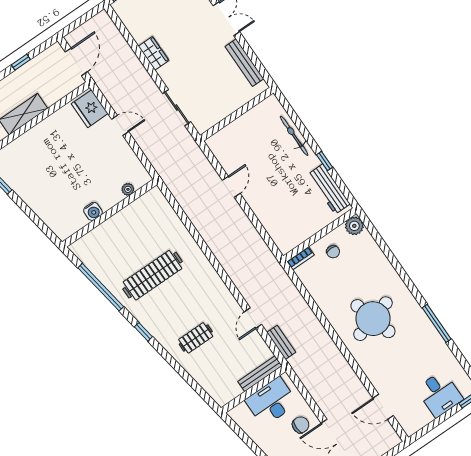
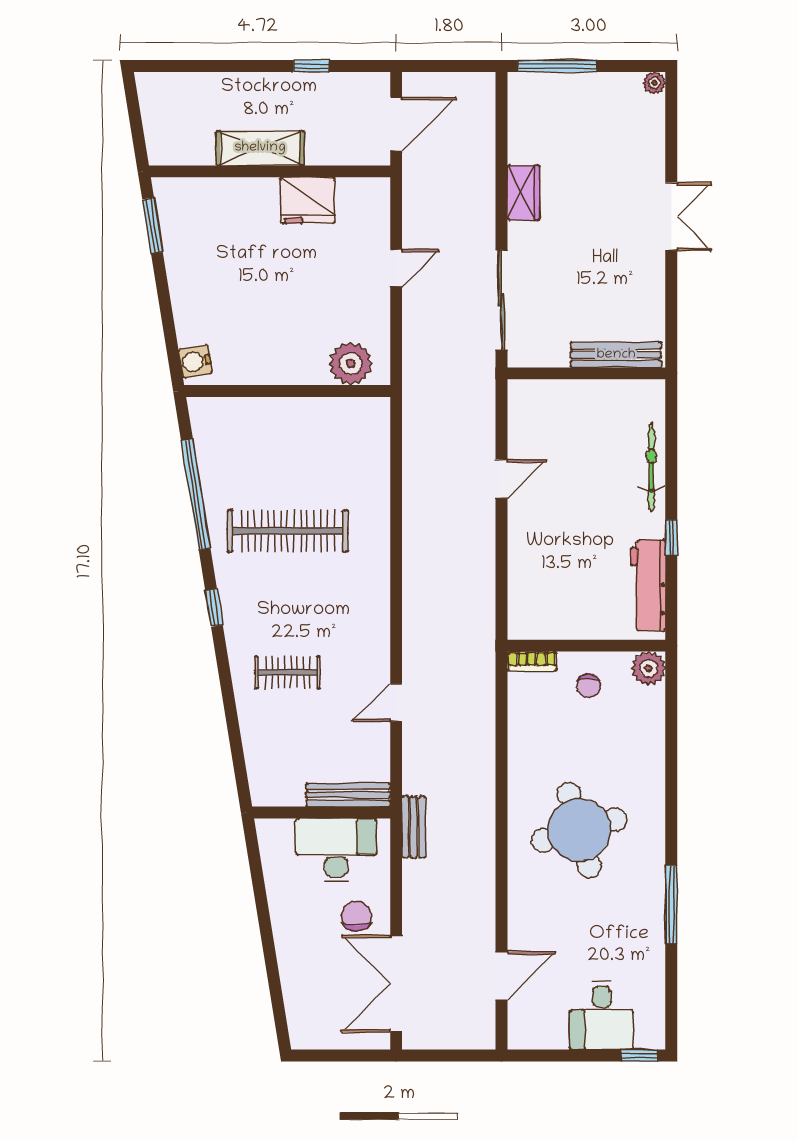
bench: (244, 63) -> (616, 355), moved, turned 90
sliding door: (177, 108) -> (502, 300), width x1.37
fridge: (90, 109) -> (308, 200), moved, turned -90
door: (120, 125) -> (396, 268), hinge flipped
plant: (128, 189) -> (351, 364), width x1.87, depth x1.87
water cooler: (93, 211) -> (195, 361), moved, turned 81
bench: (281, 342) -> (414, 827), moved
door: (383, 407) -> (502, 976), swing flipped
chair: (301, 425) -> (356, 916), turned -90

